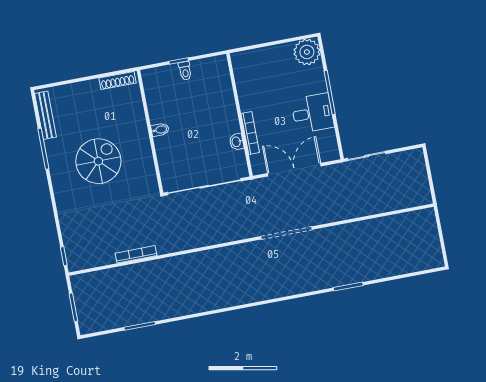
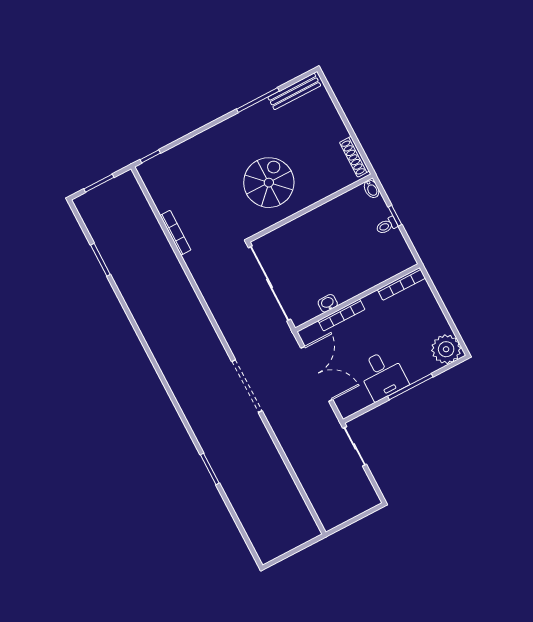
bookcase: (239, 73) -> (401, 284), added
bidet: (160, 130) -> (372, 189), moved
spiral stairs: (98, 161) -> (269, 183), moved, turned -90

